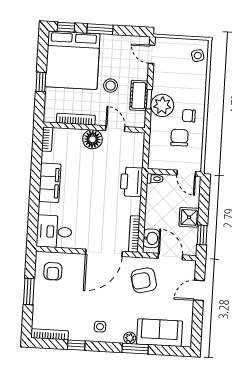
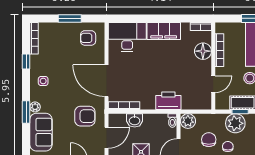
chair: (179, 138) -> (209, 140), turned -90
floor lamp: (92, 139) -> (203, 51), moved
plant: (156, 161) -> (188, 121), added
desk: (54, 232) -> (127, 37), width x1.37
washbasin: (151, 238) -> (135, 120), moved
armchair: (144, 280) -> (85, 116), turned 104

